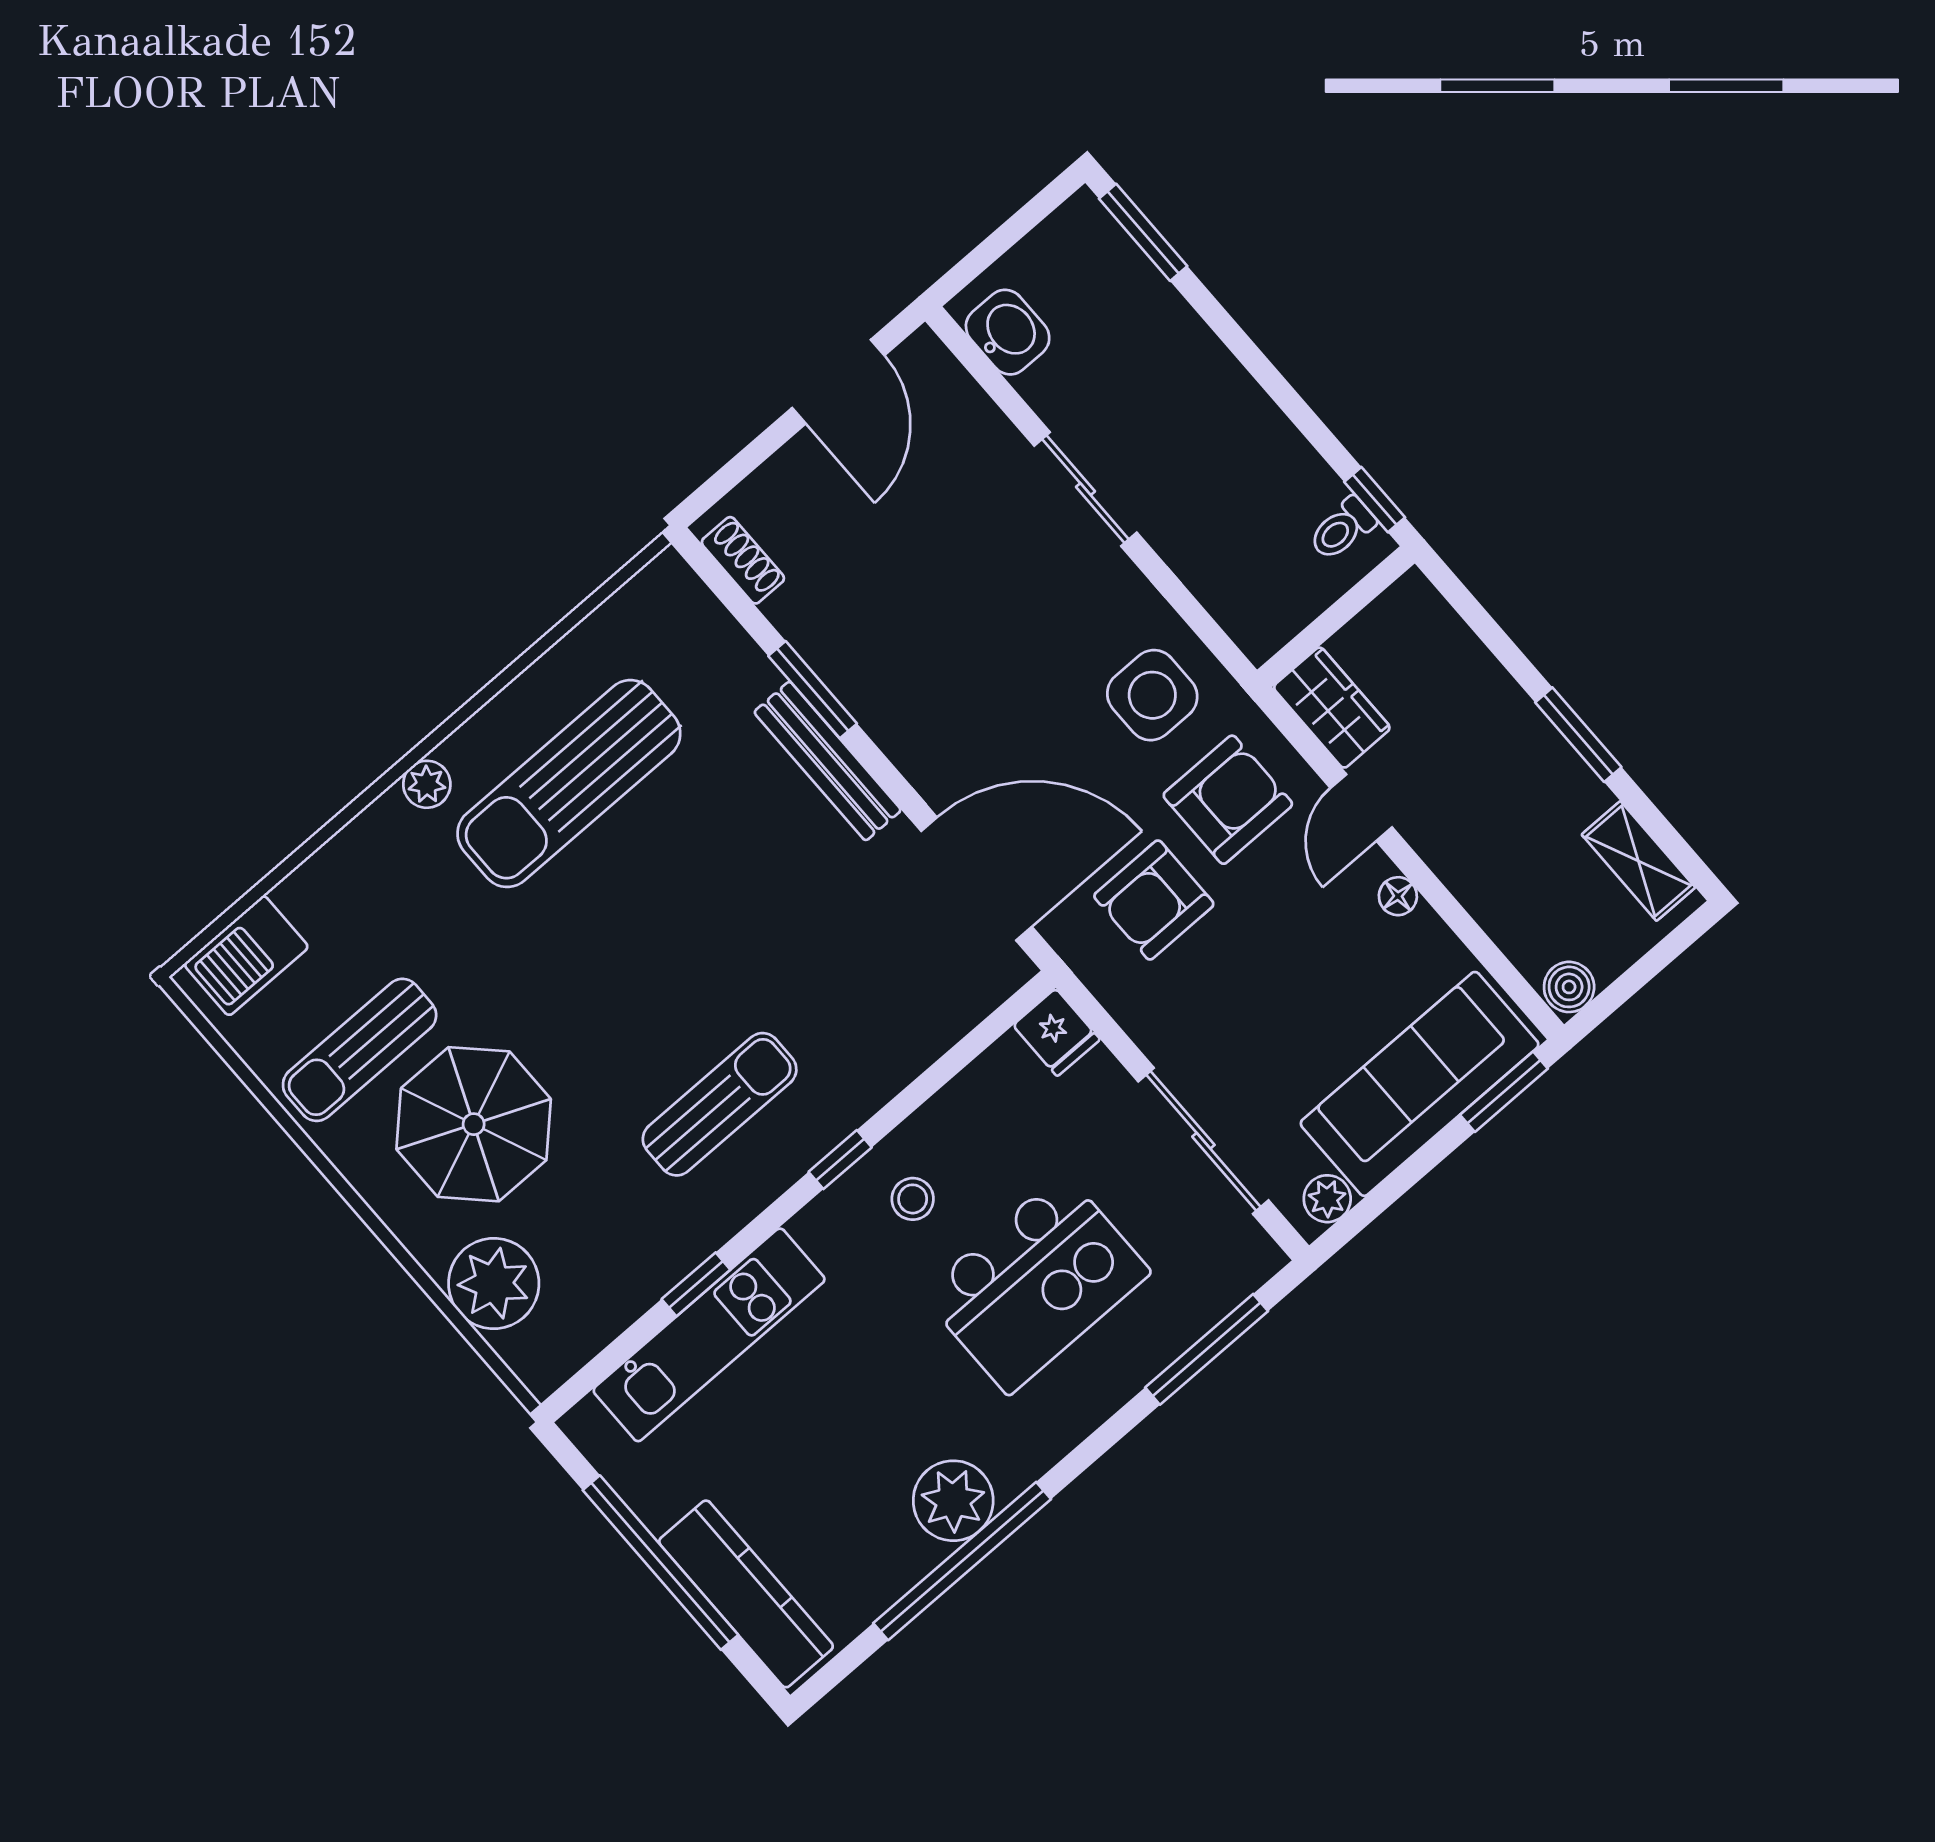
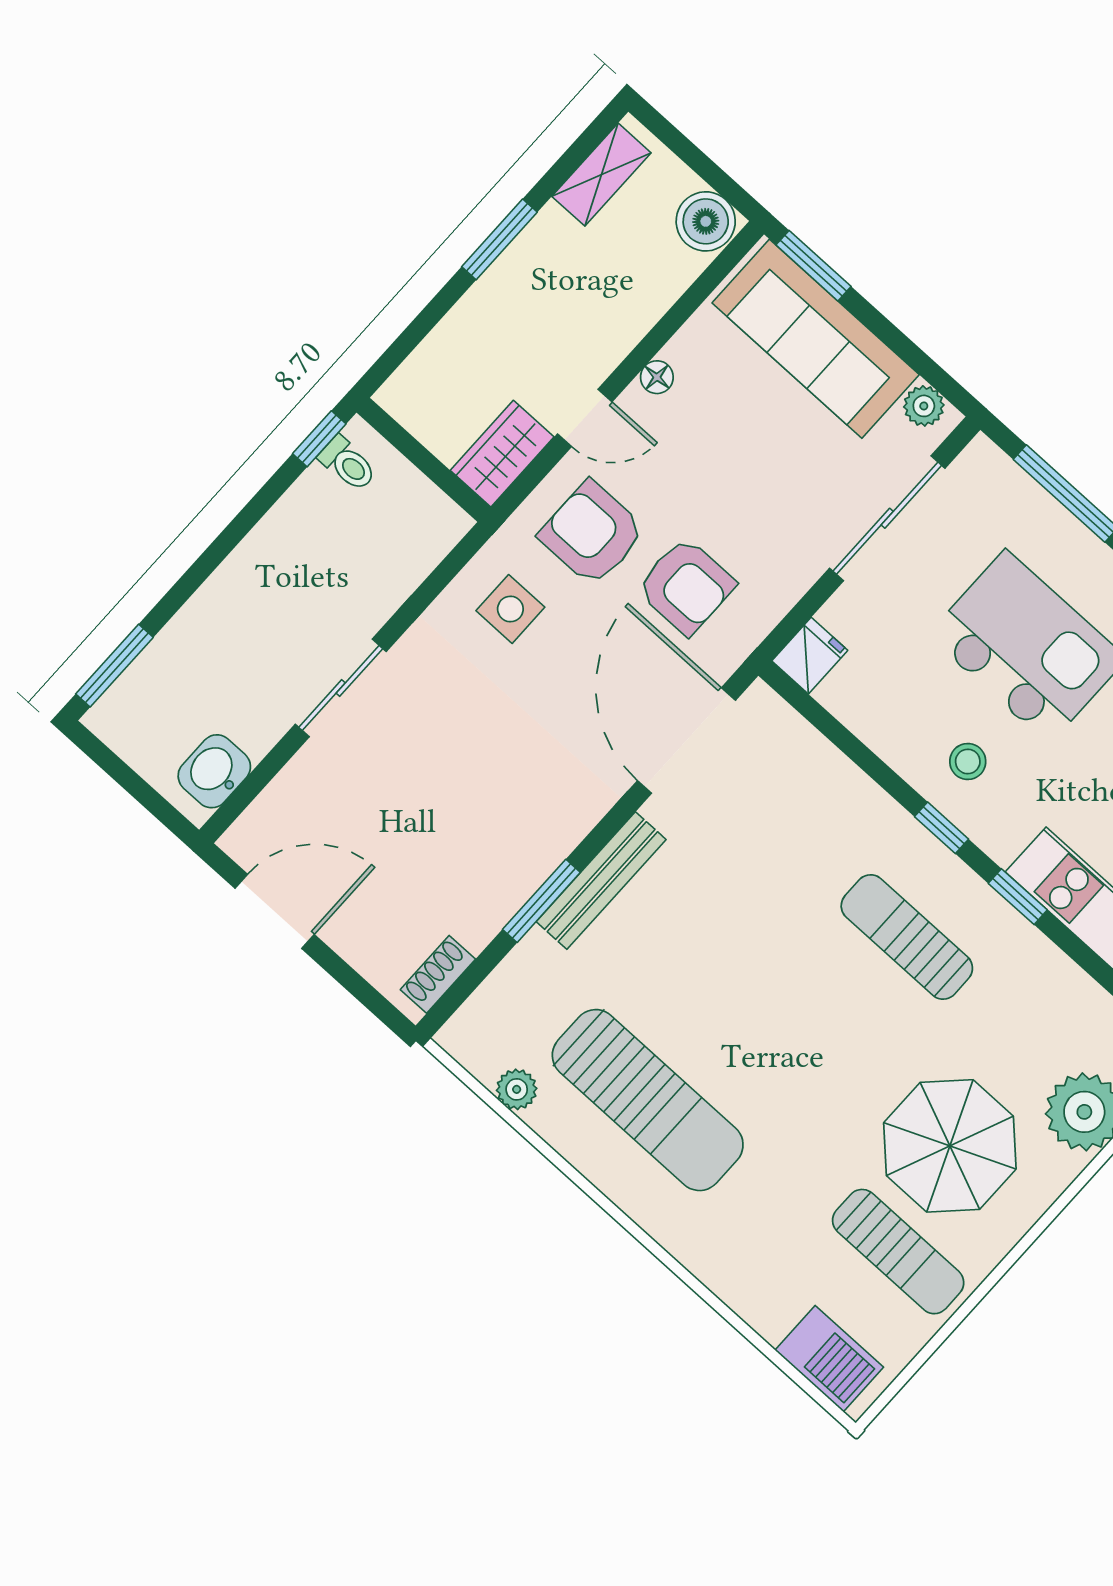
side table: (1152, 695) -> (510, 609), width x0.73, depth x0.73
plant: (427, 784) -> (517, 1089), moved
boiler: (1569, 987) -> (706, 221), width x1.36, depth x1.36
window: (696, 1284) -> (1018, 897), moved

